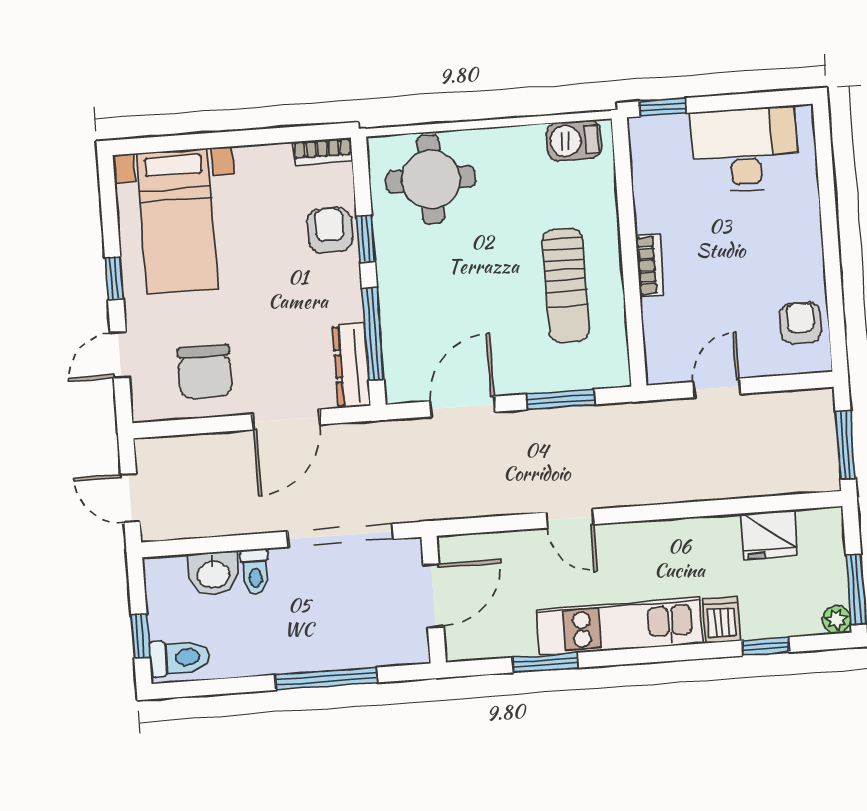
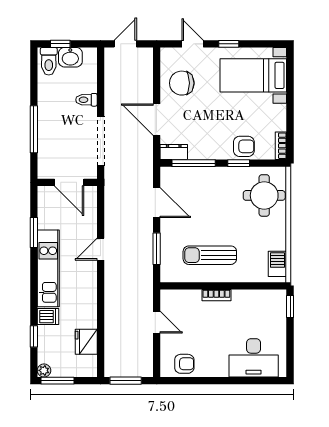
desk: (745, 150) -> (254, 358), moved, turned 90
dresser: (351, 366) -> (174, 152), width x0.70
washbasin: (213, 573) -> (70, 57), moved, turned -90

